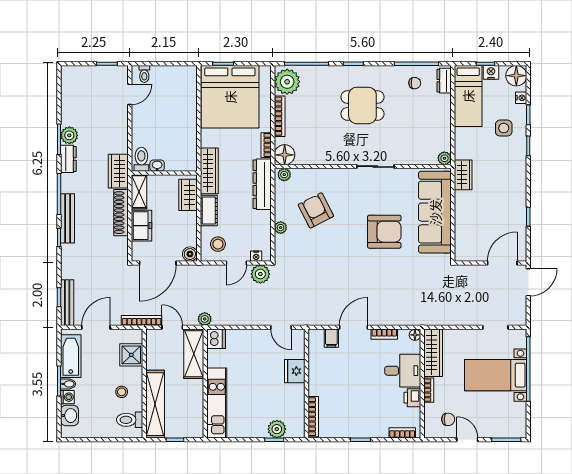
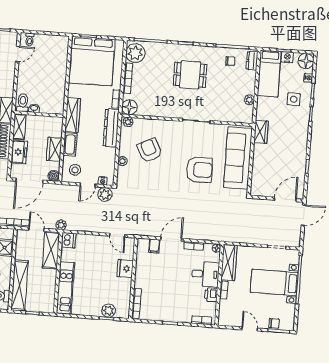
plant: (444, 158) -> (249, 100), moved
wardrobe: (188, 195) -> (54, 149), moved
chair: (448, 419) -> (274, 323), moved

